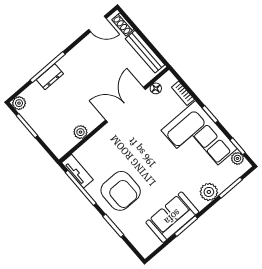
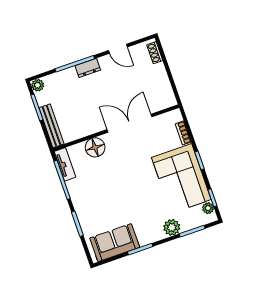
door: (97, 24) -> (118, 49), moved
bench: (145, 52) -> (52, 126), moved
dresser: (50, 77) -> (88, 68), moved
floor lamp: (156, 88) -> (95, 147), moved, width x1.89, depth x1.89
plant: (80, 132) -> (81, 131), removed
armchair: (121, 191) -> (96, 196), removed
sofa: (172, 217) -> (115, 243), moved

